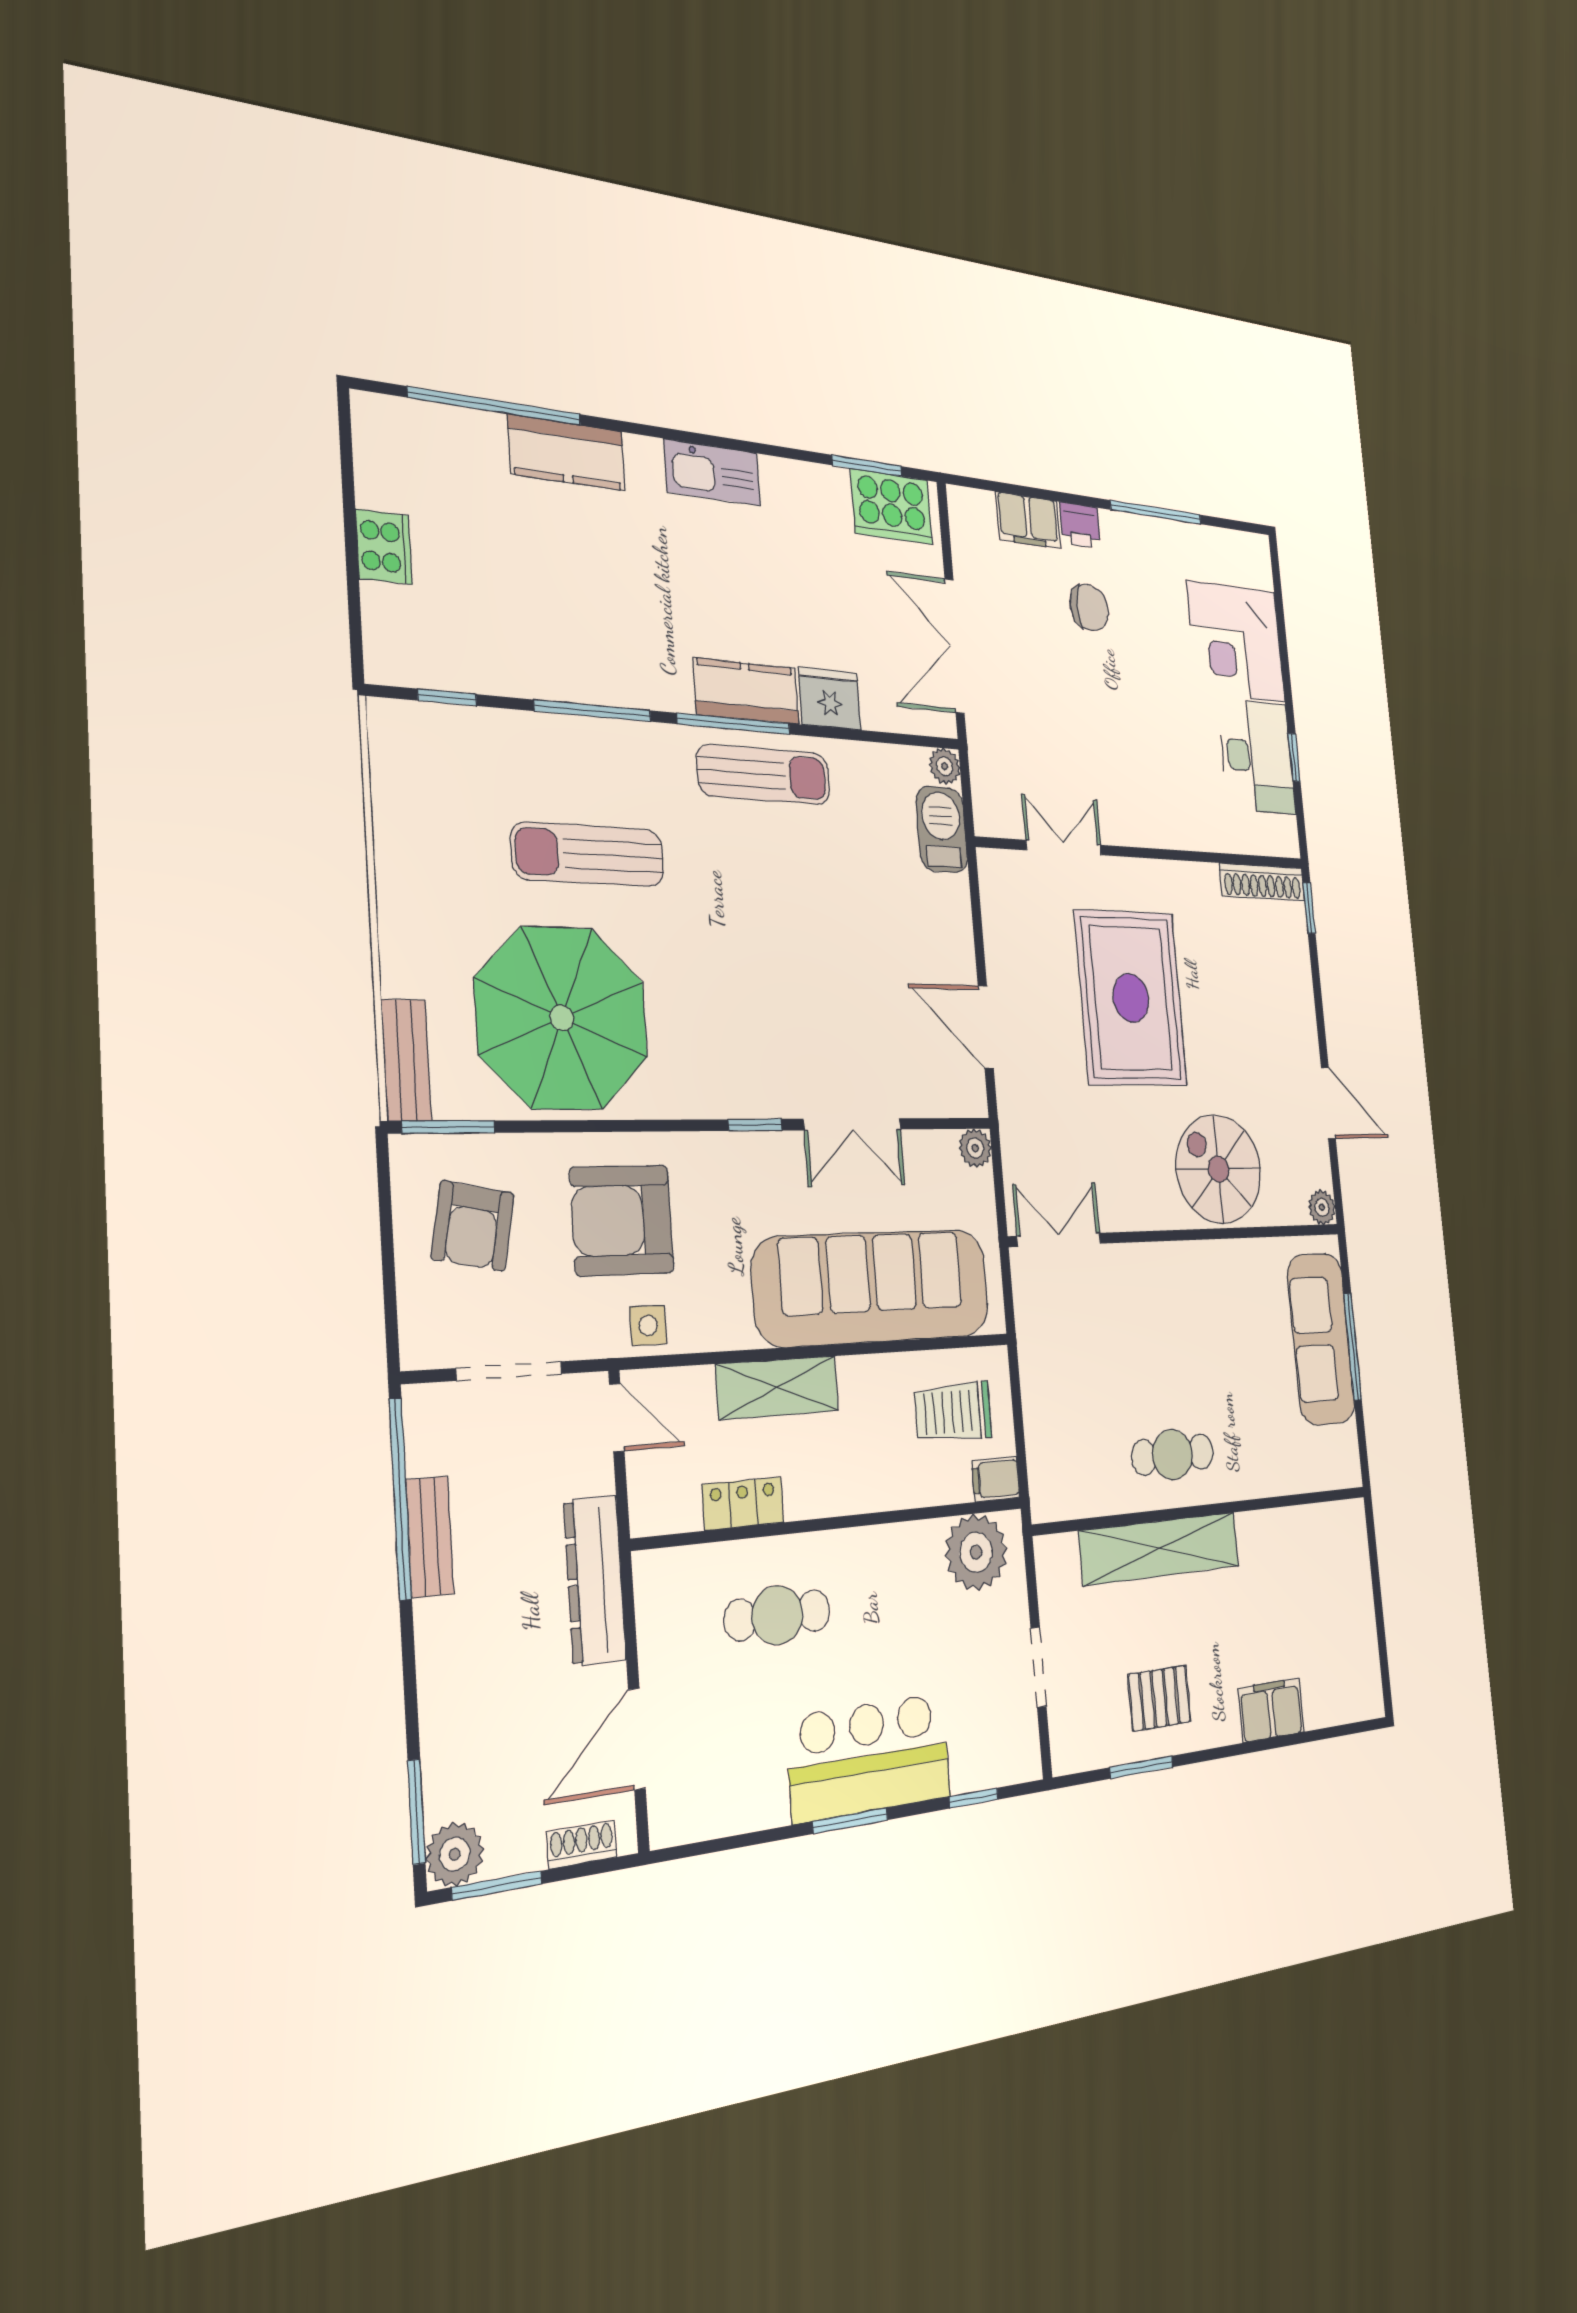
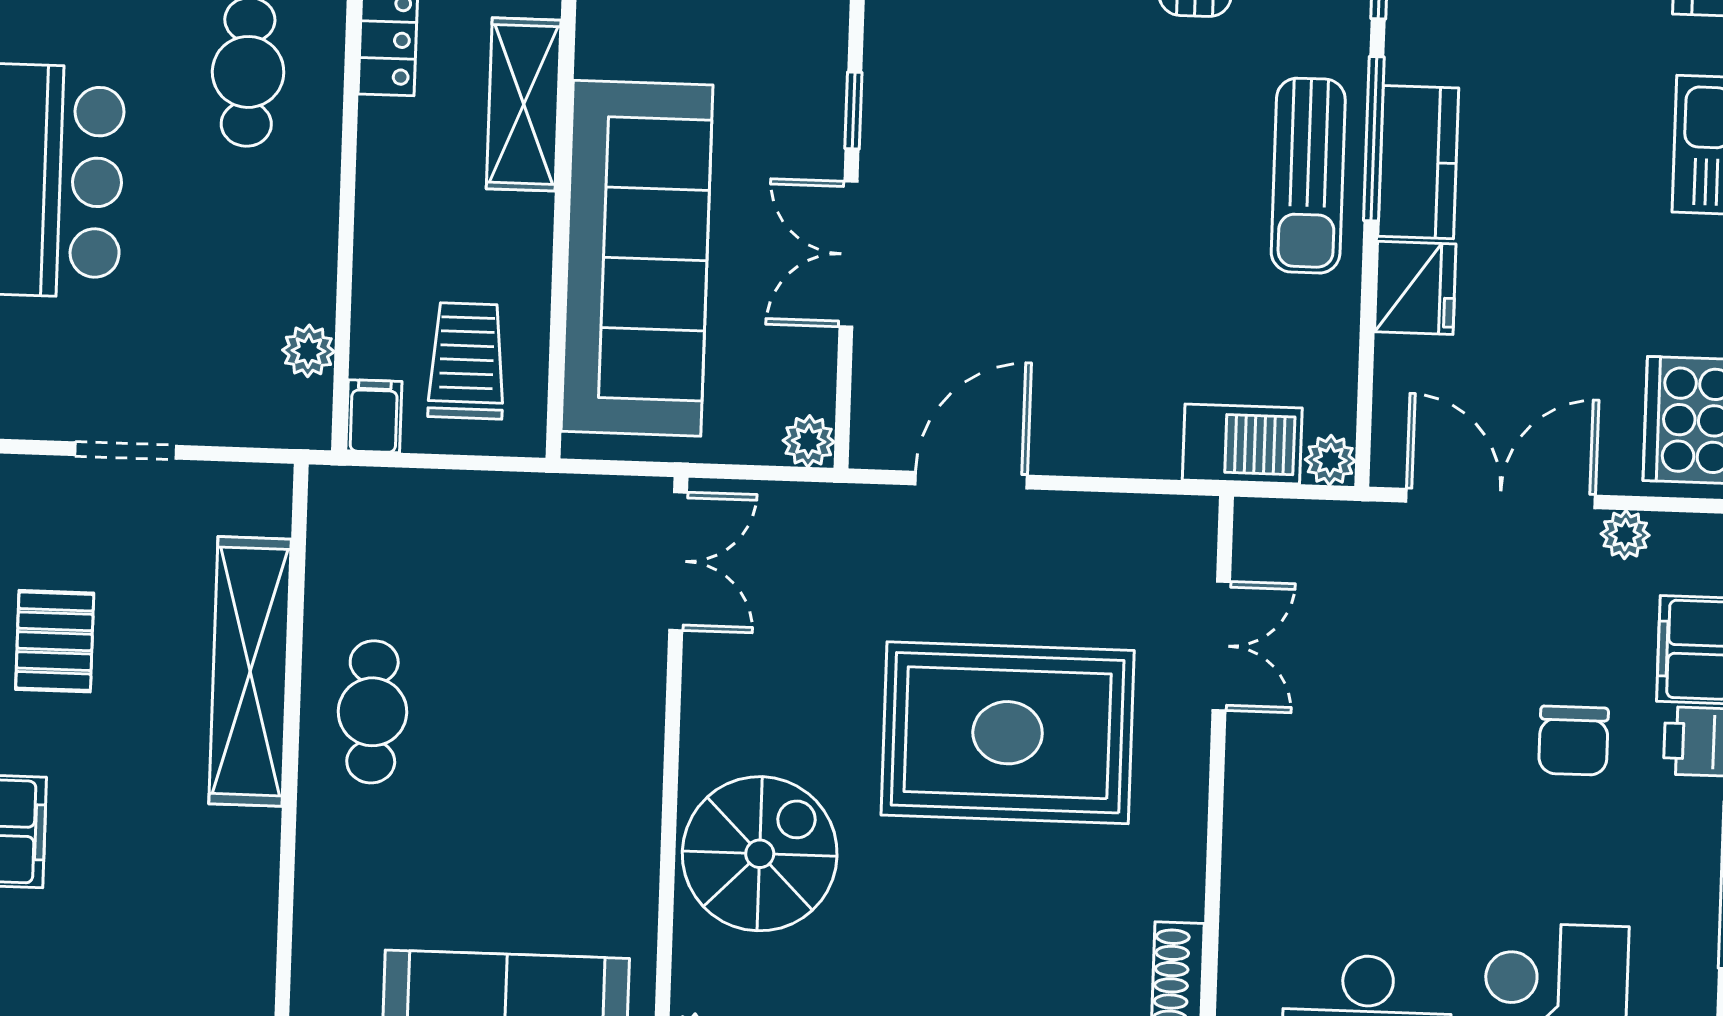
plant: (966, 561) -> (1625, 535), added
plant: (976, 1552) -> (308, 351), width x0.53, depth x0.53

